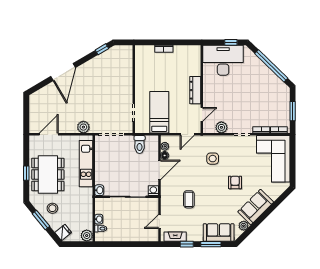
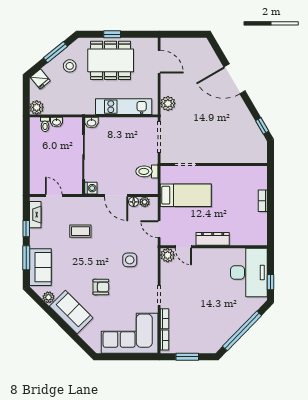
plant: (221, 127) -> (168, 255), moved

